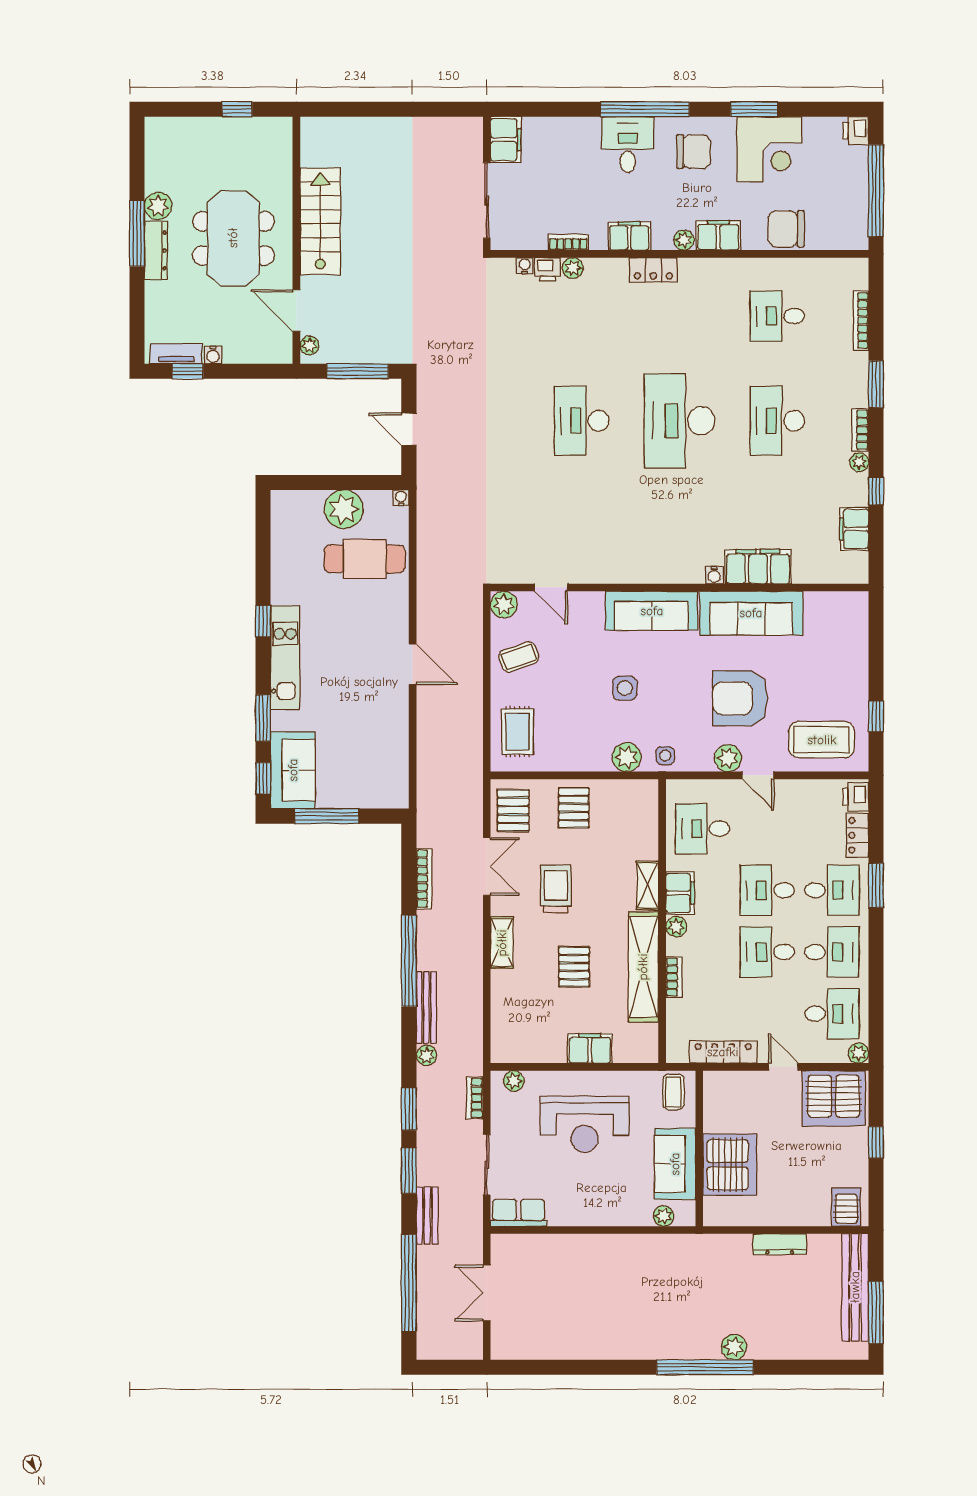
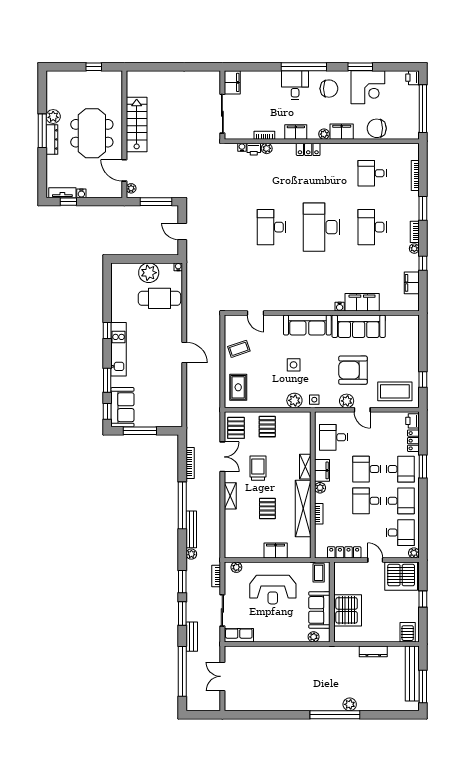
plant: (504, 605) -> (231, 322), removed

